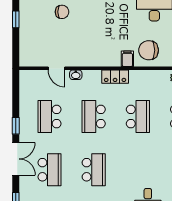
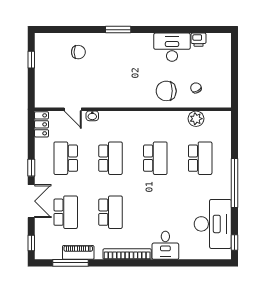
filing cabinet: (127, 59) -> (145, 100), removed
locker: (115, 77) -> (42, 124), moved, turned -90
school desk: (94, 117) -> (111, 158), turned 180

